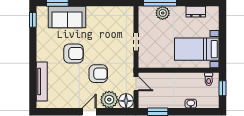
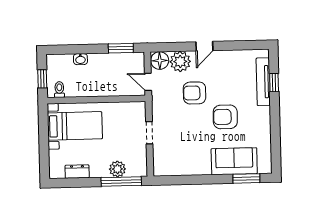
window: (33, 20) -> (274, 83), moved

